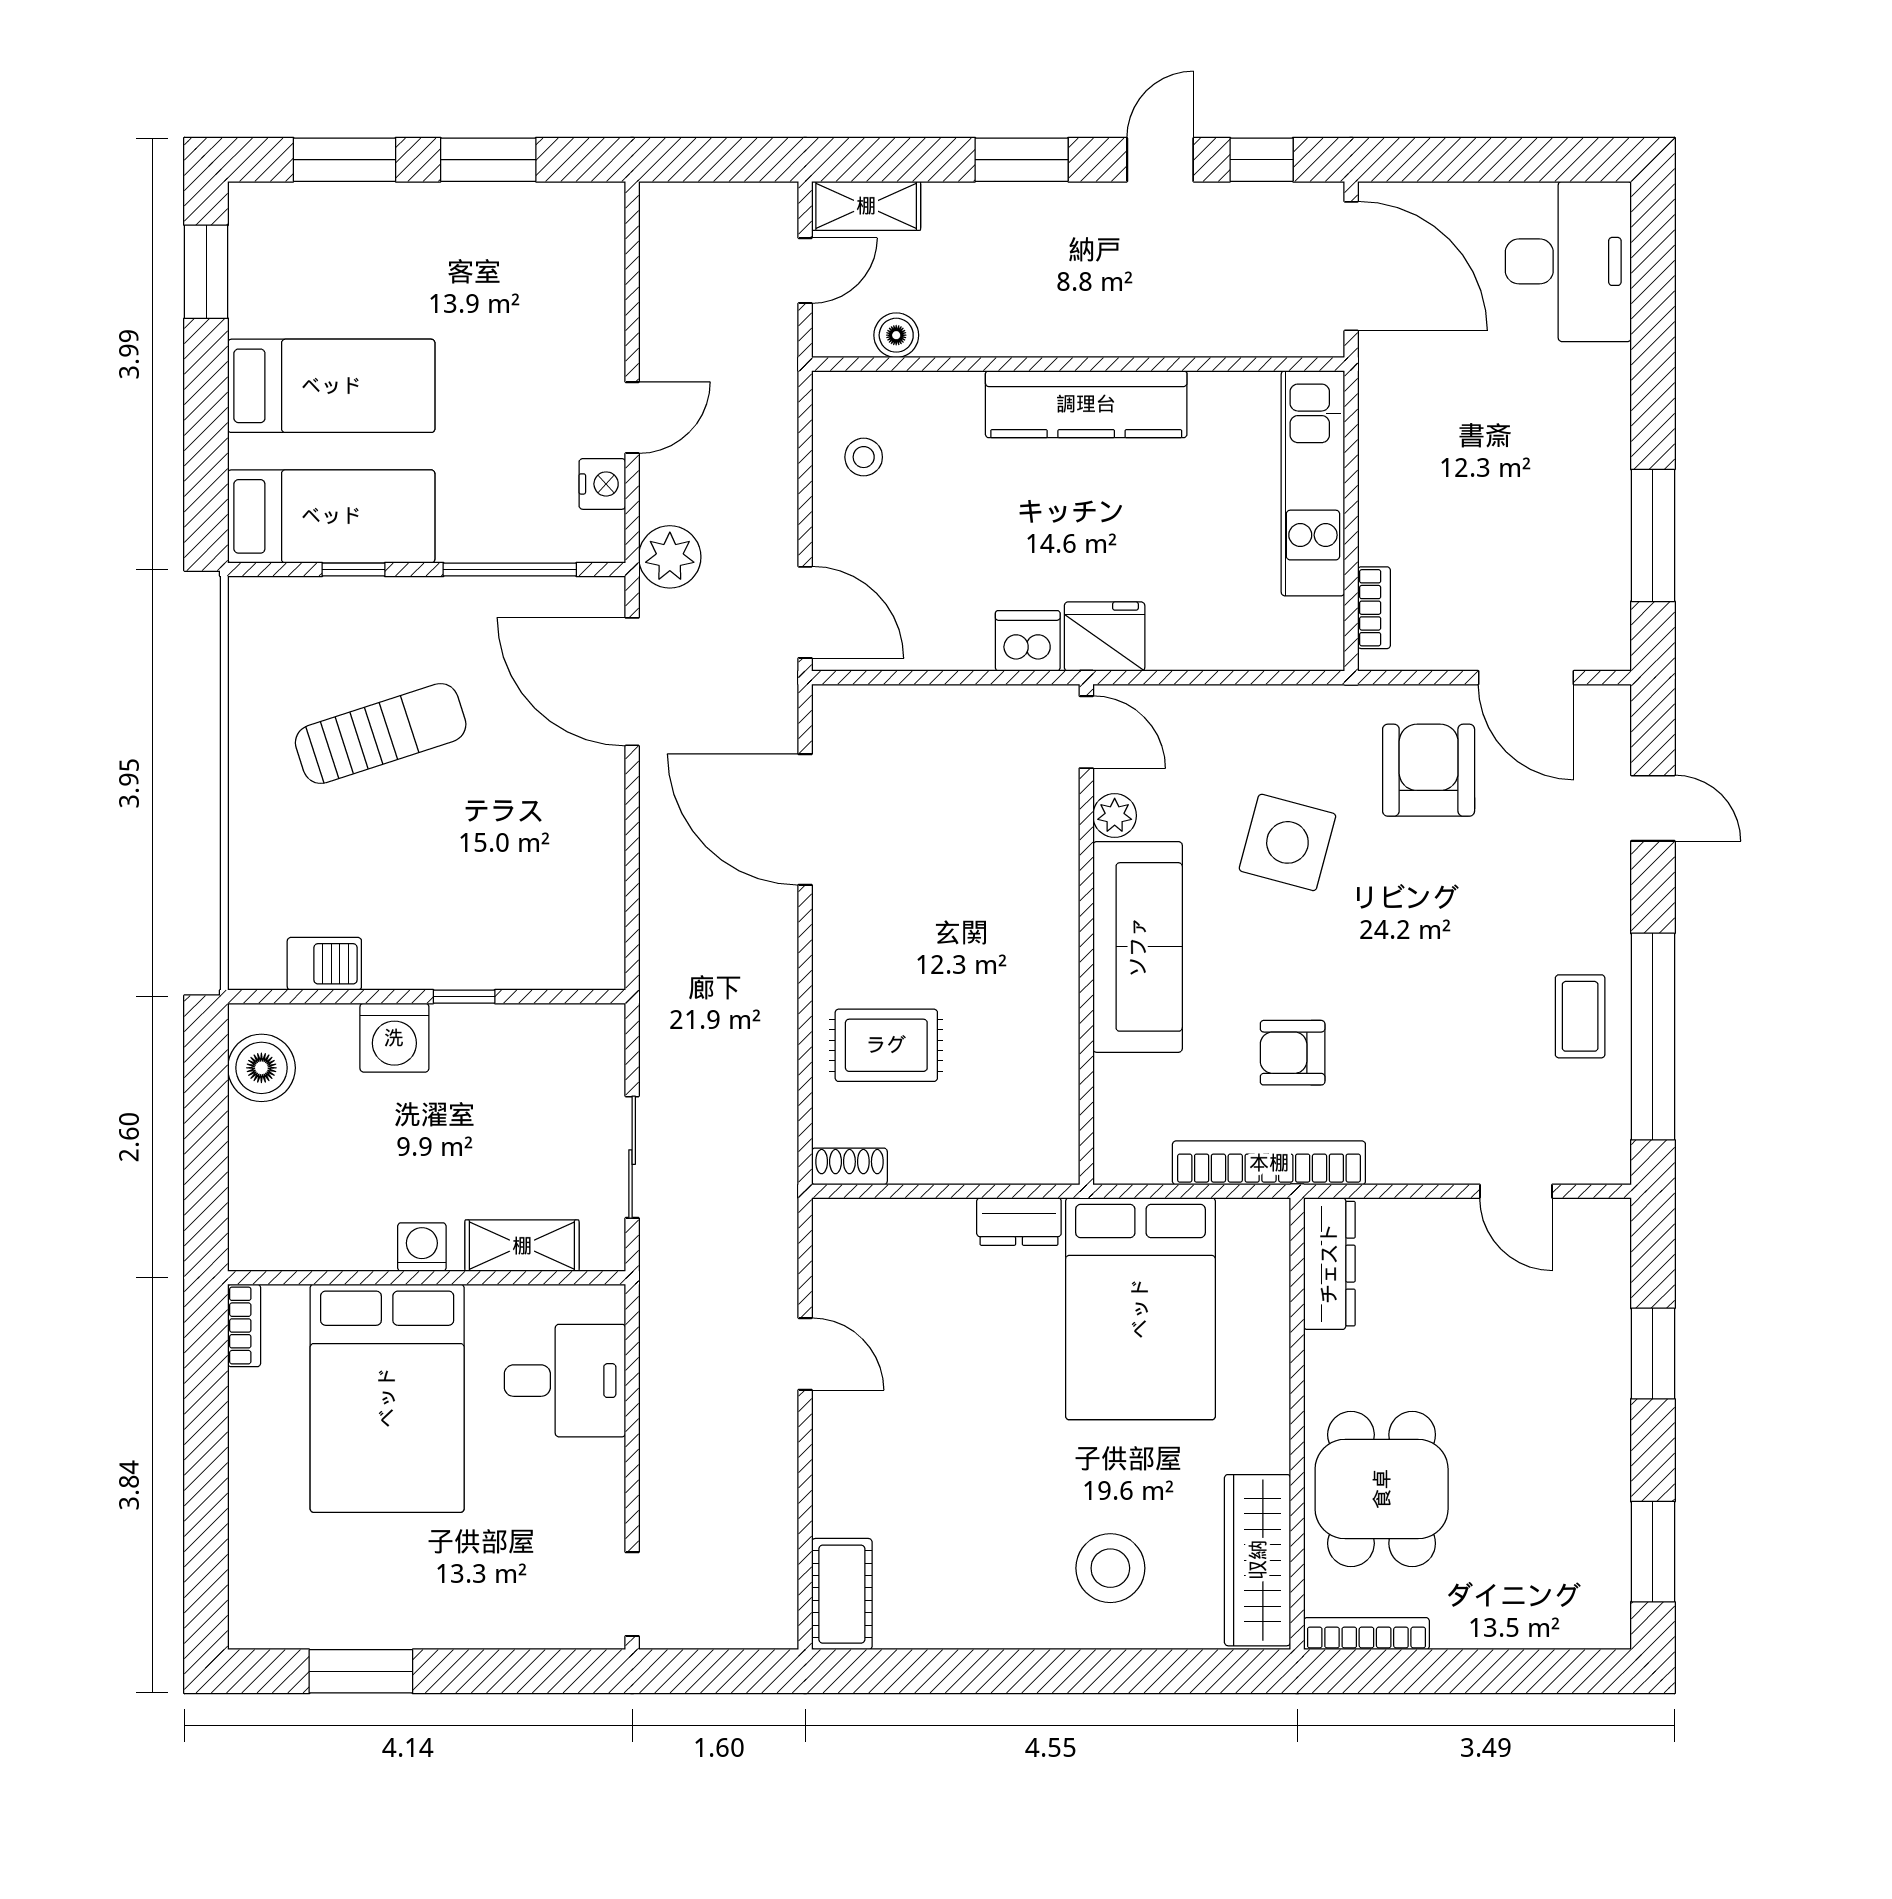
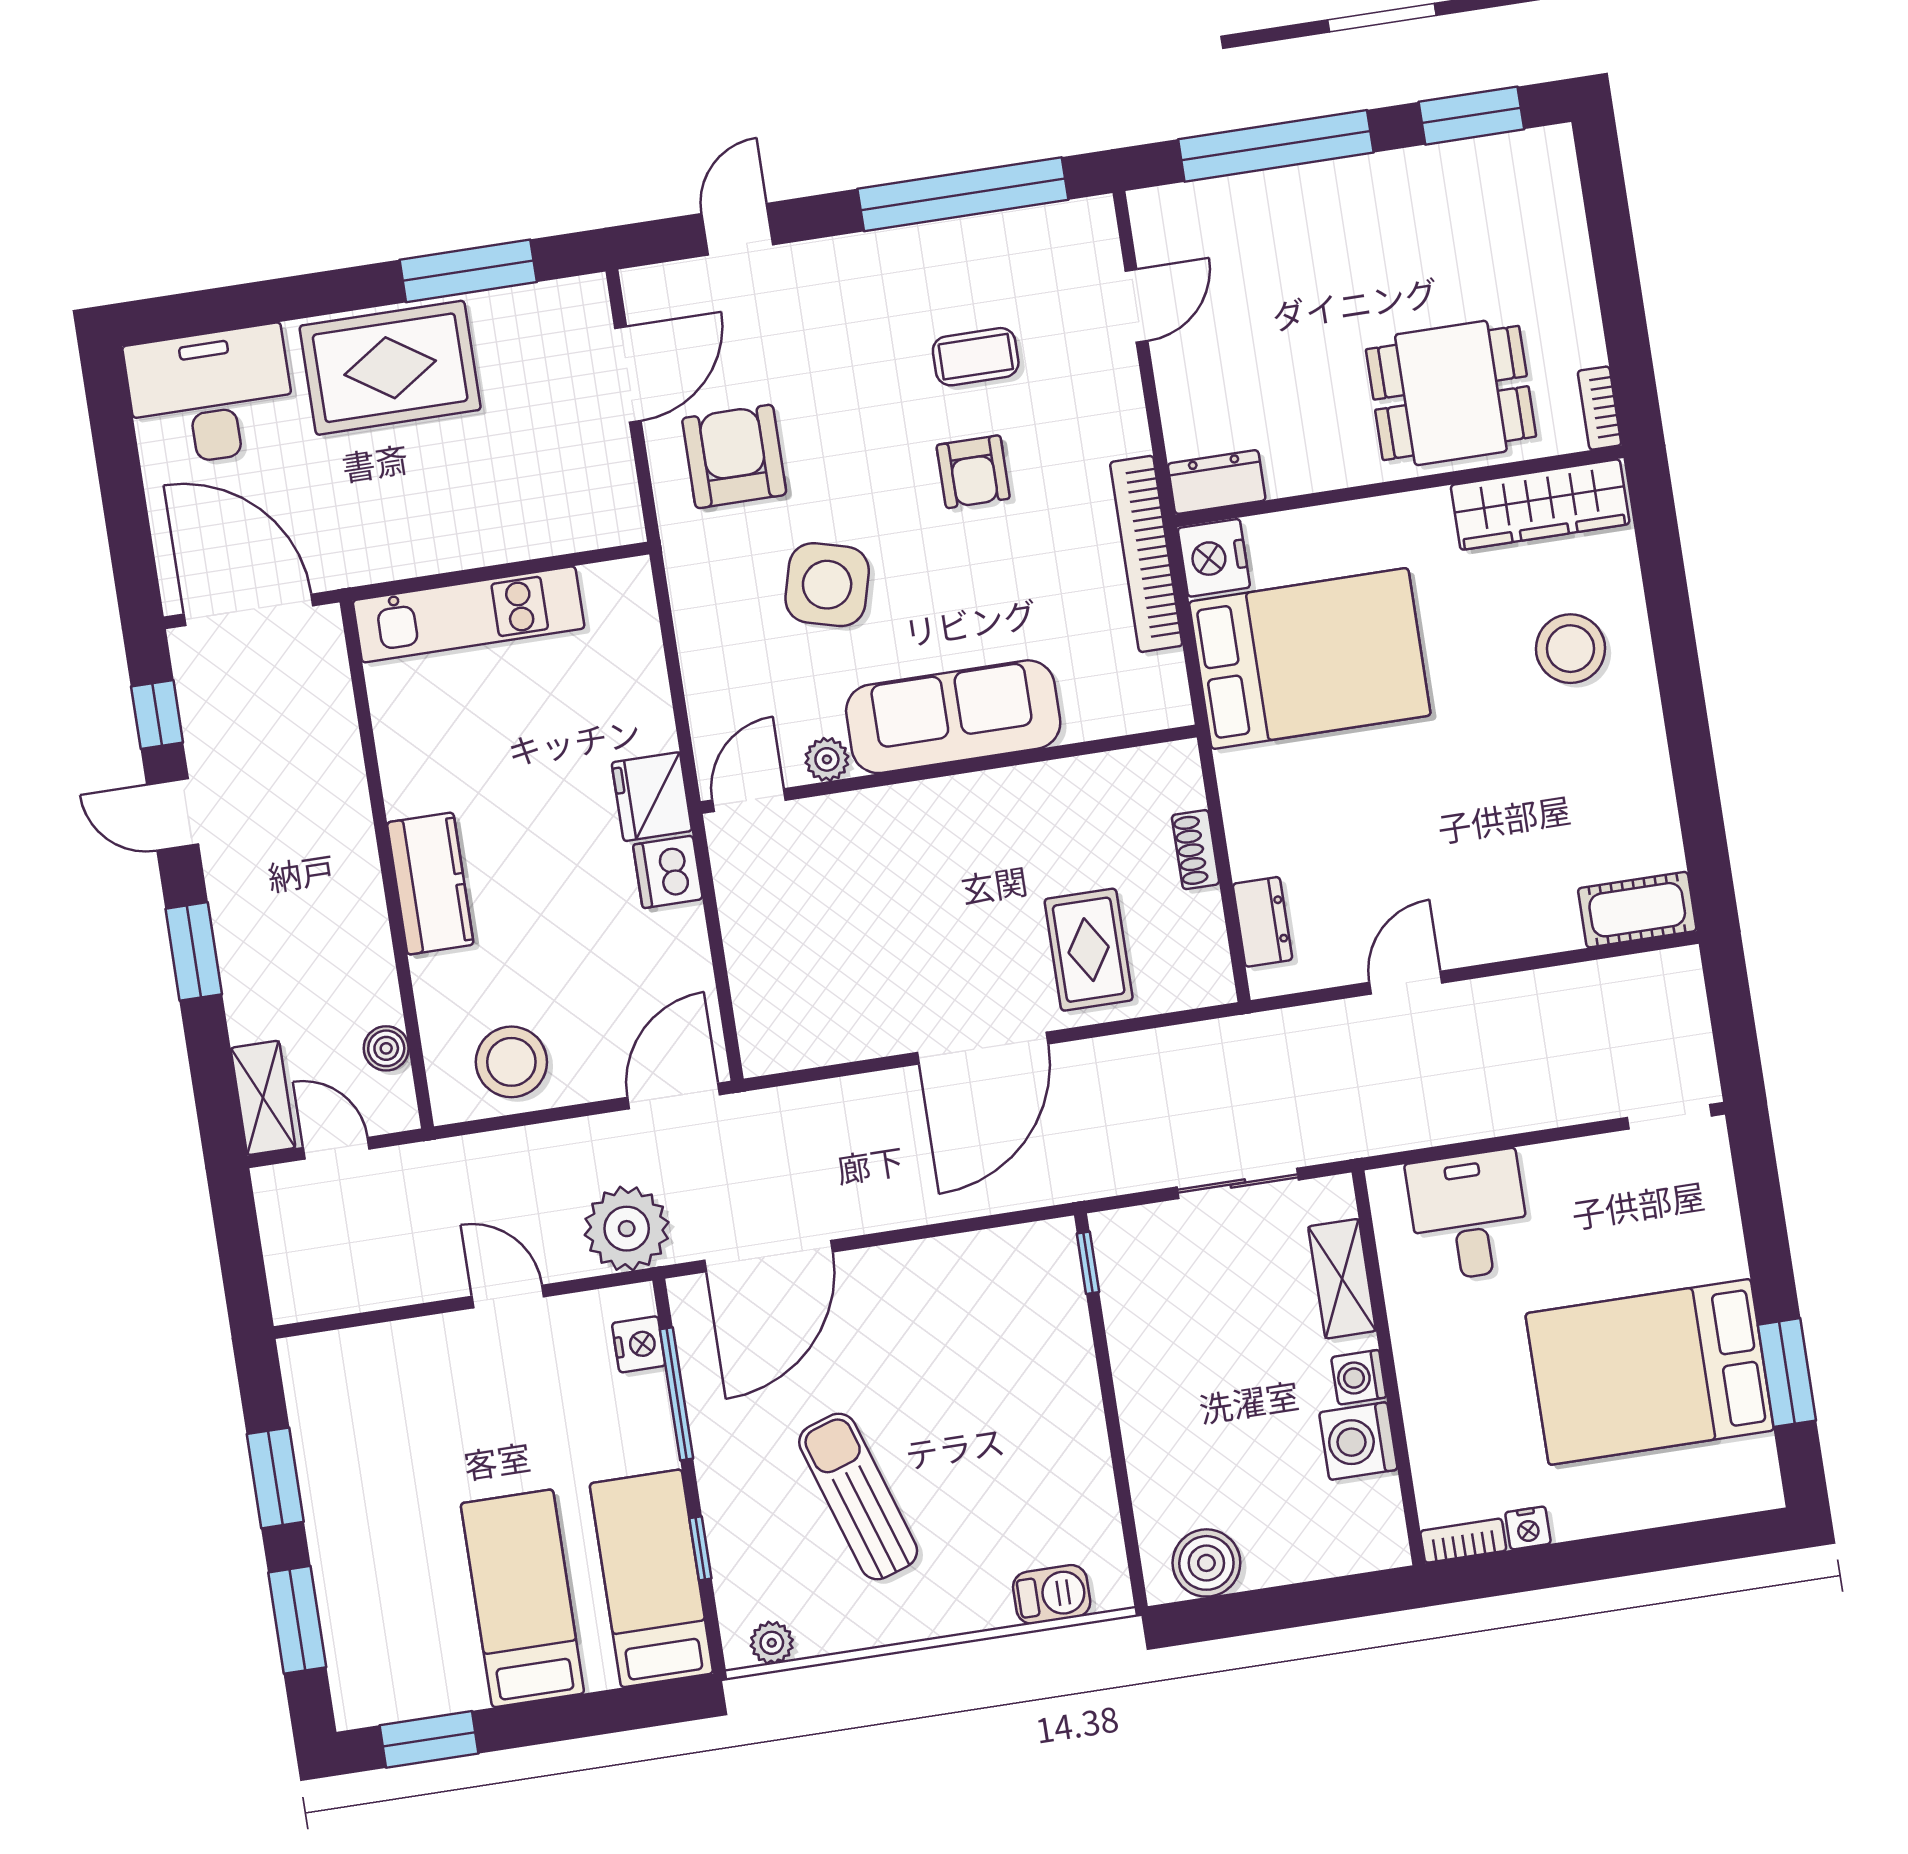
door: (1351, 266) -> (248, 610), hinge flipped
kitchen counter: (1086, 404) -> (430, 883), width x0.67
rug: (1569, 443) -> (390, 368), added
stool: (864, 457) -> (511, 1062), width x1.89, depth x1.89
nightstand: (602, 484) -> (639, 1344), moved, turned 90
plant: (670, 557) -> (627, 1229), width x1.36, depth x1.36
bookcase: (1374, 608) -> (582, 535), removed
plant: (249, 626) -> (772, 1643), added
armchair: (1429, 770) -> (734, 456), turned 90
door: (805, 819) -> (983, 1048), moved
barbecue: (324, 964) -> (1052, 1594), moved, turned 90
window: (464, 997) -> (1088, 1263), moved
coffee table: (1580, 1016) -> (976, 357), moved
washing machine: (394, 1038) -> (1358, 1441), moved, turned 180
armchair: (1293, 1053) -> (973, 472), moved
shoe rack: (849, 1166) -> (1196, 850), moved
dresser: (1019, 1222) -> (1262, 922), moved
nightstand: (1255, 1229) -> (1214, 558), added
dresser: (1329, 1264) -> (1217, 482), width x0.70
window: (1653, 1354) -> (1276, 146), width x2.11
nightstand: (247, 1391) -> (1528, 1528), added
bed: (387, 1398) -> (1650, 1372), moved, turned 180
bookcase: (1366, 1634) -> (1599, 408), width x0.64

